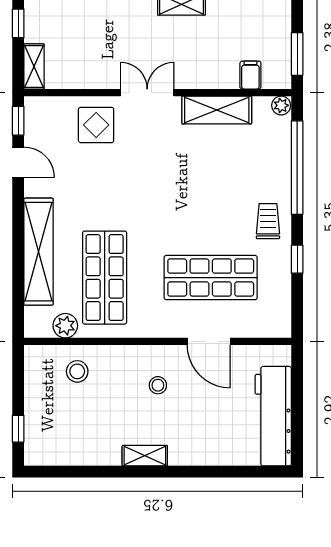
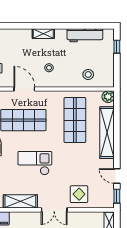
checkout: (187, 189) -> (35, 163), added
plant: (65, 326) -> (108, 97), moved
workbench: (84, 452) -> (85, 35), added
shelving: (145, 456) -> (43, 34), moved

